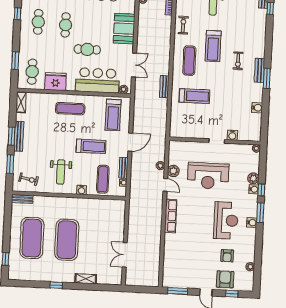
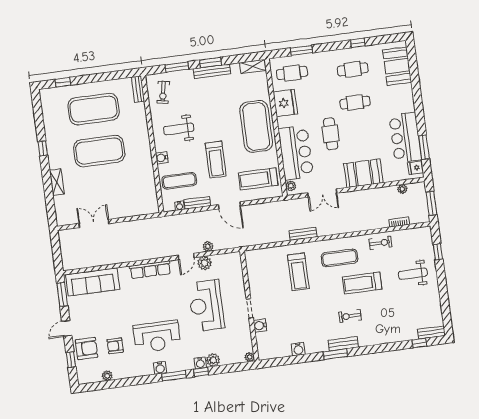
exercise mat: (70, 109) -> (256, 126), width x2.00, depth x1.45
sofa: (172, 265) -> (93, 282), added

